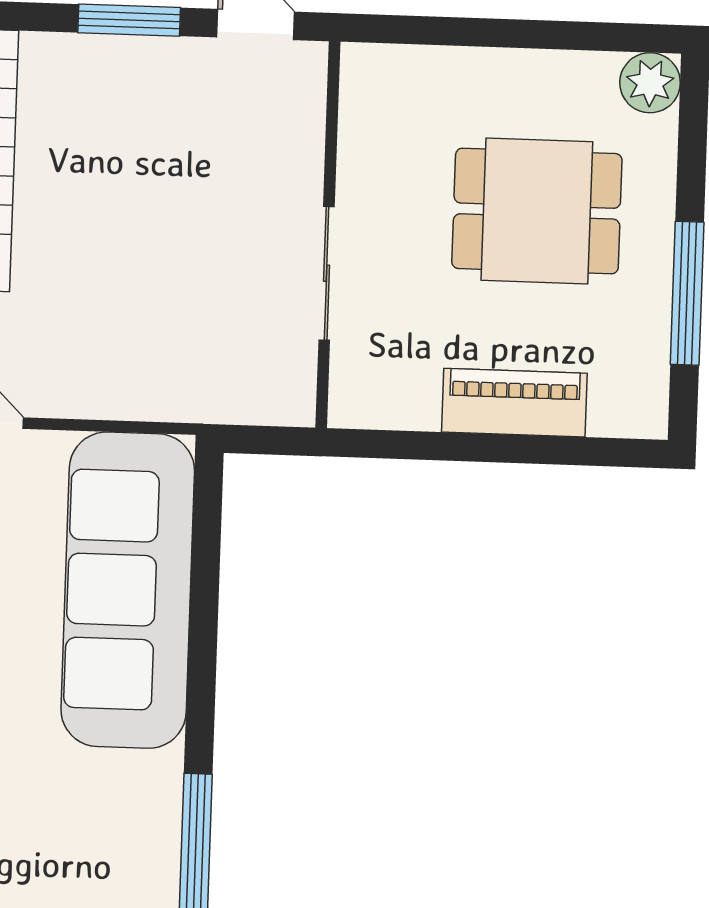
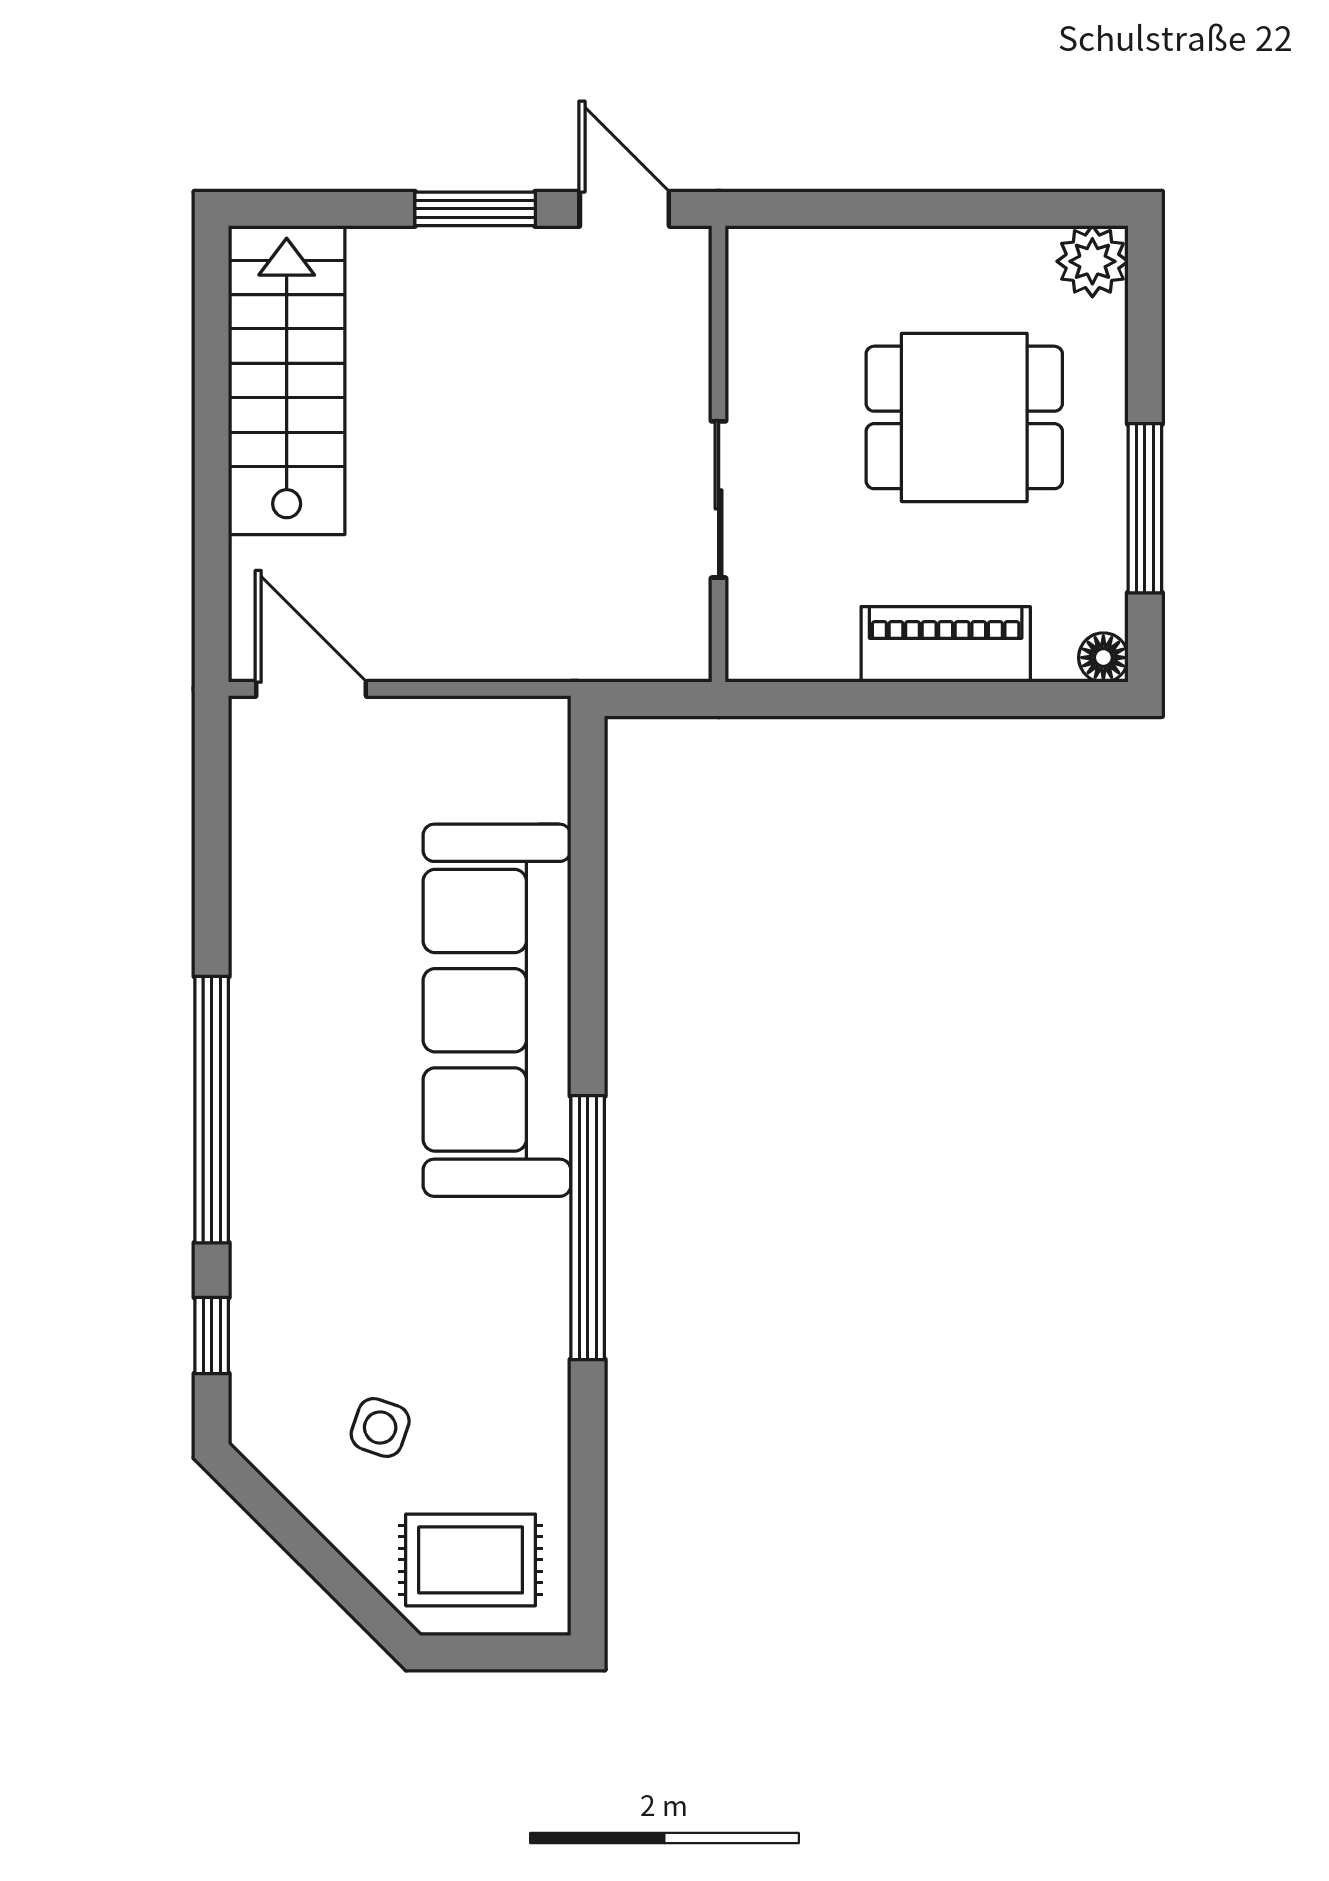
floor lamp: (648, 418) -> (1103, 658), added
sofa: (128, 590) -> (497, 1010), moved

